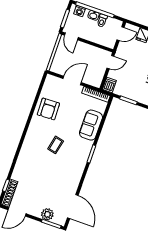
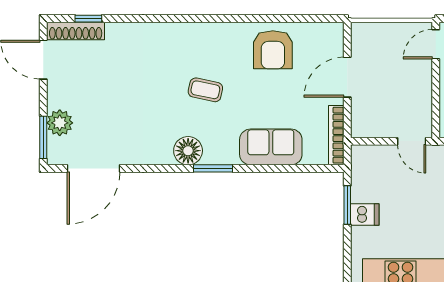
door: (72, 80) -> (347, 77), swing flipped
dishwasher: (109, 85) -> (365, 215), moved
armchair: (48, 109) -> (273, 50), turned -88
floor lamp: (80, 162) -> (188, 151), added

